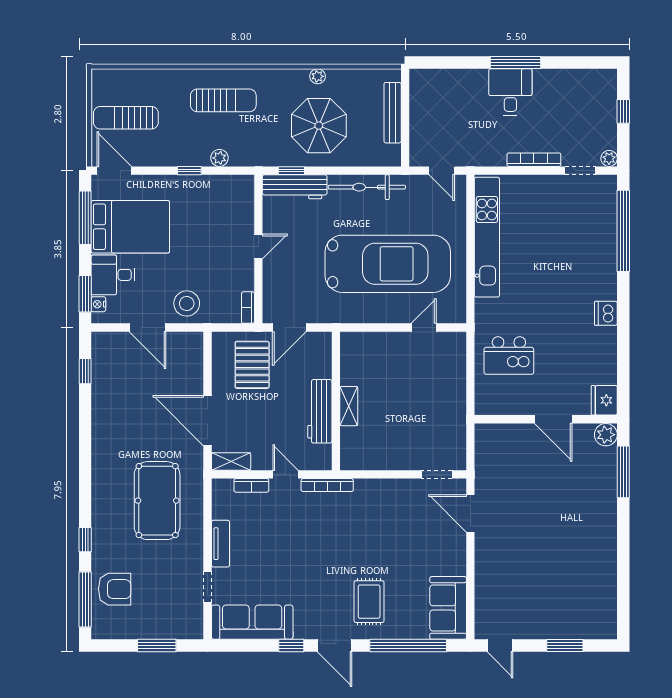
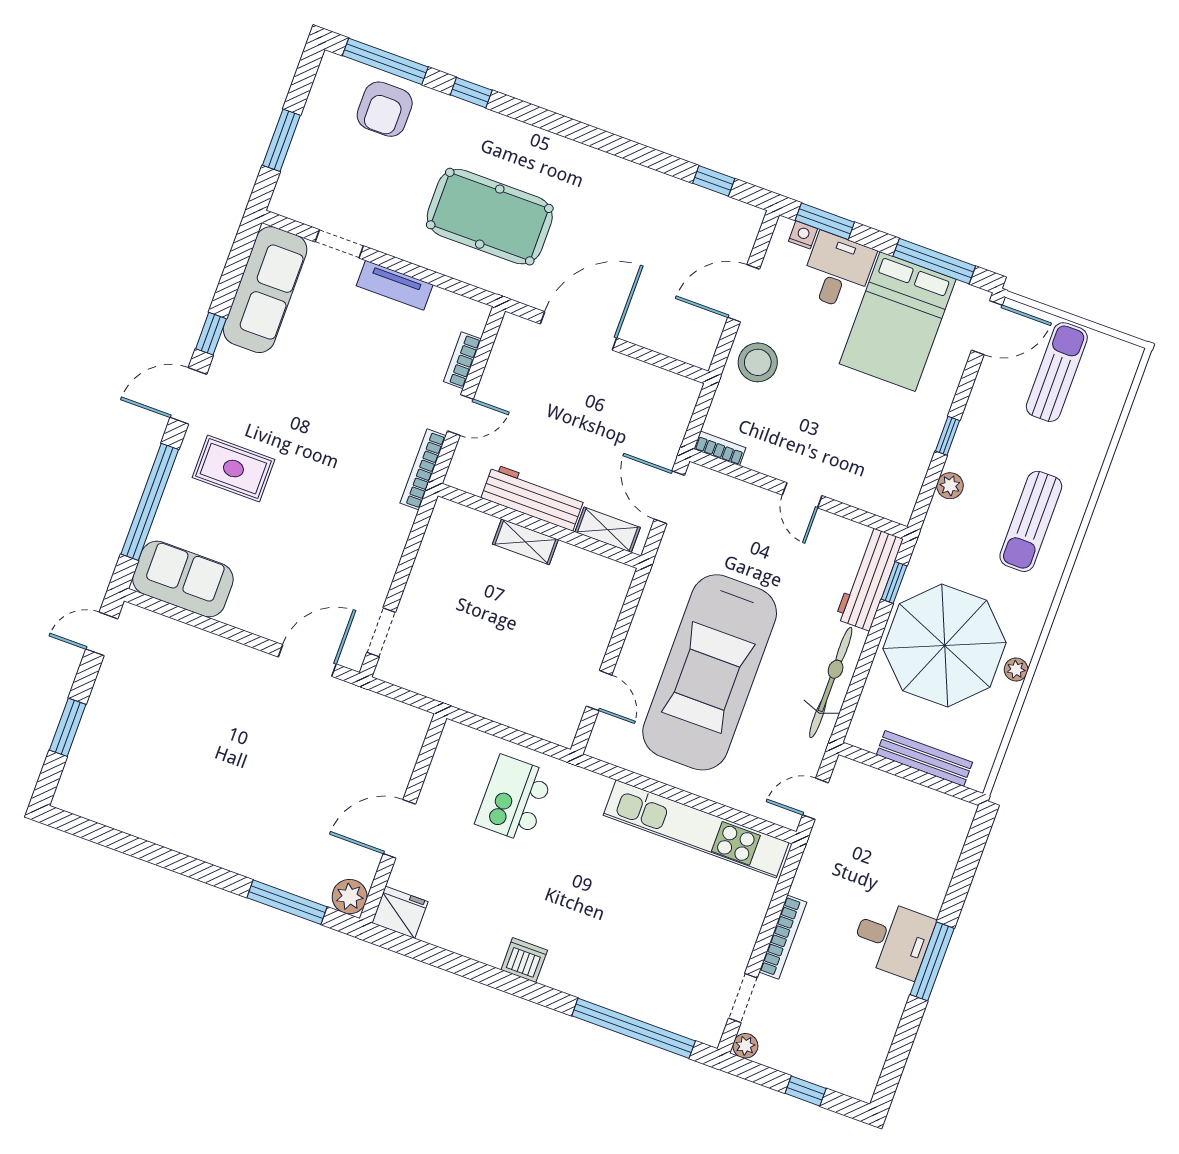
parasol: (319, 126) -> (945, 646), width x1.36, depth x1.36
pallet: (252, 365) -> (635, 424), removed
shelving: (231, 461) -> (608, 530), moved, turned 90

